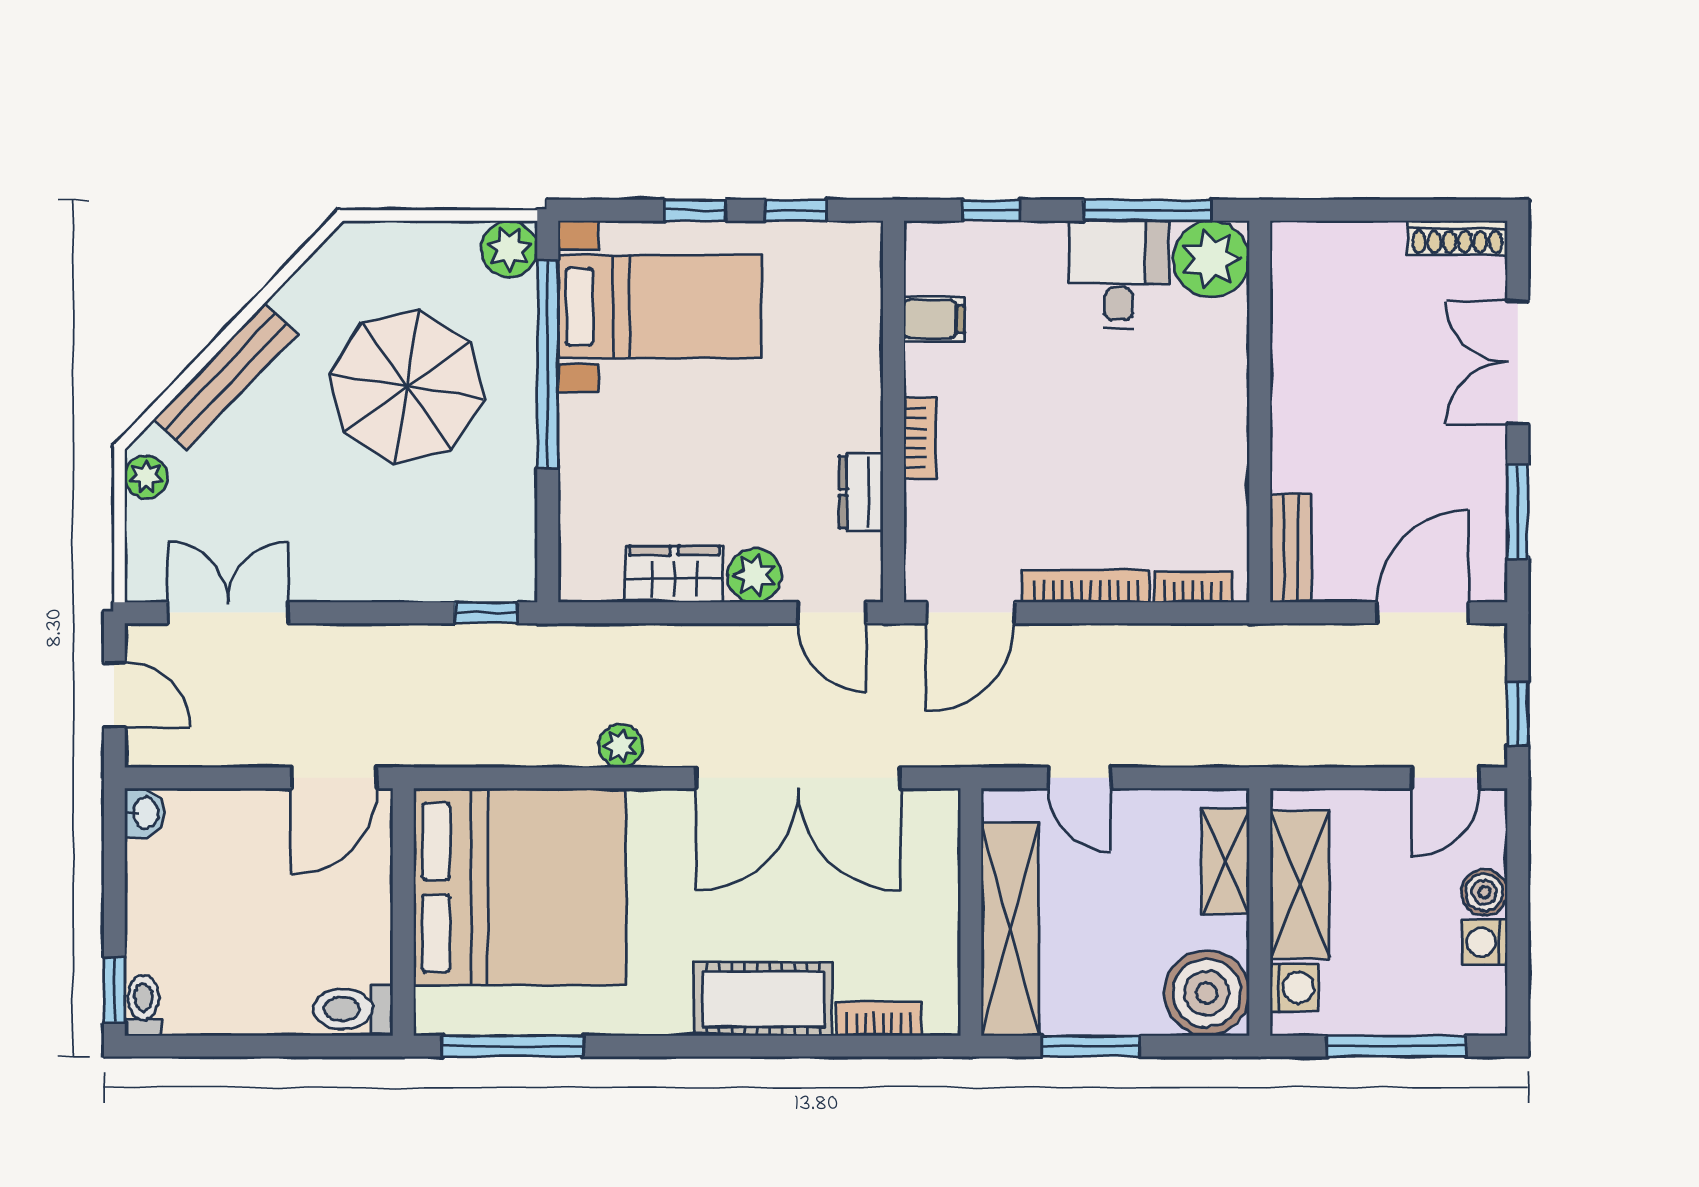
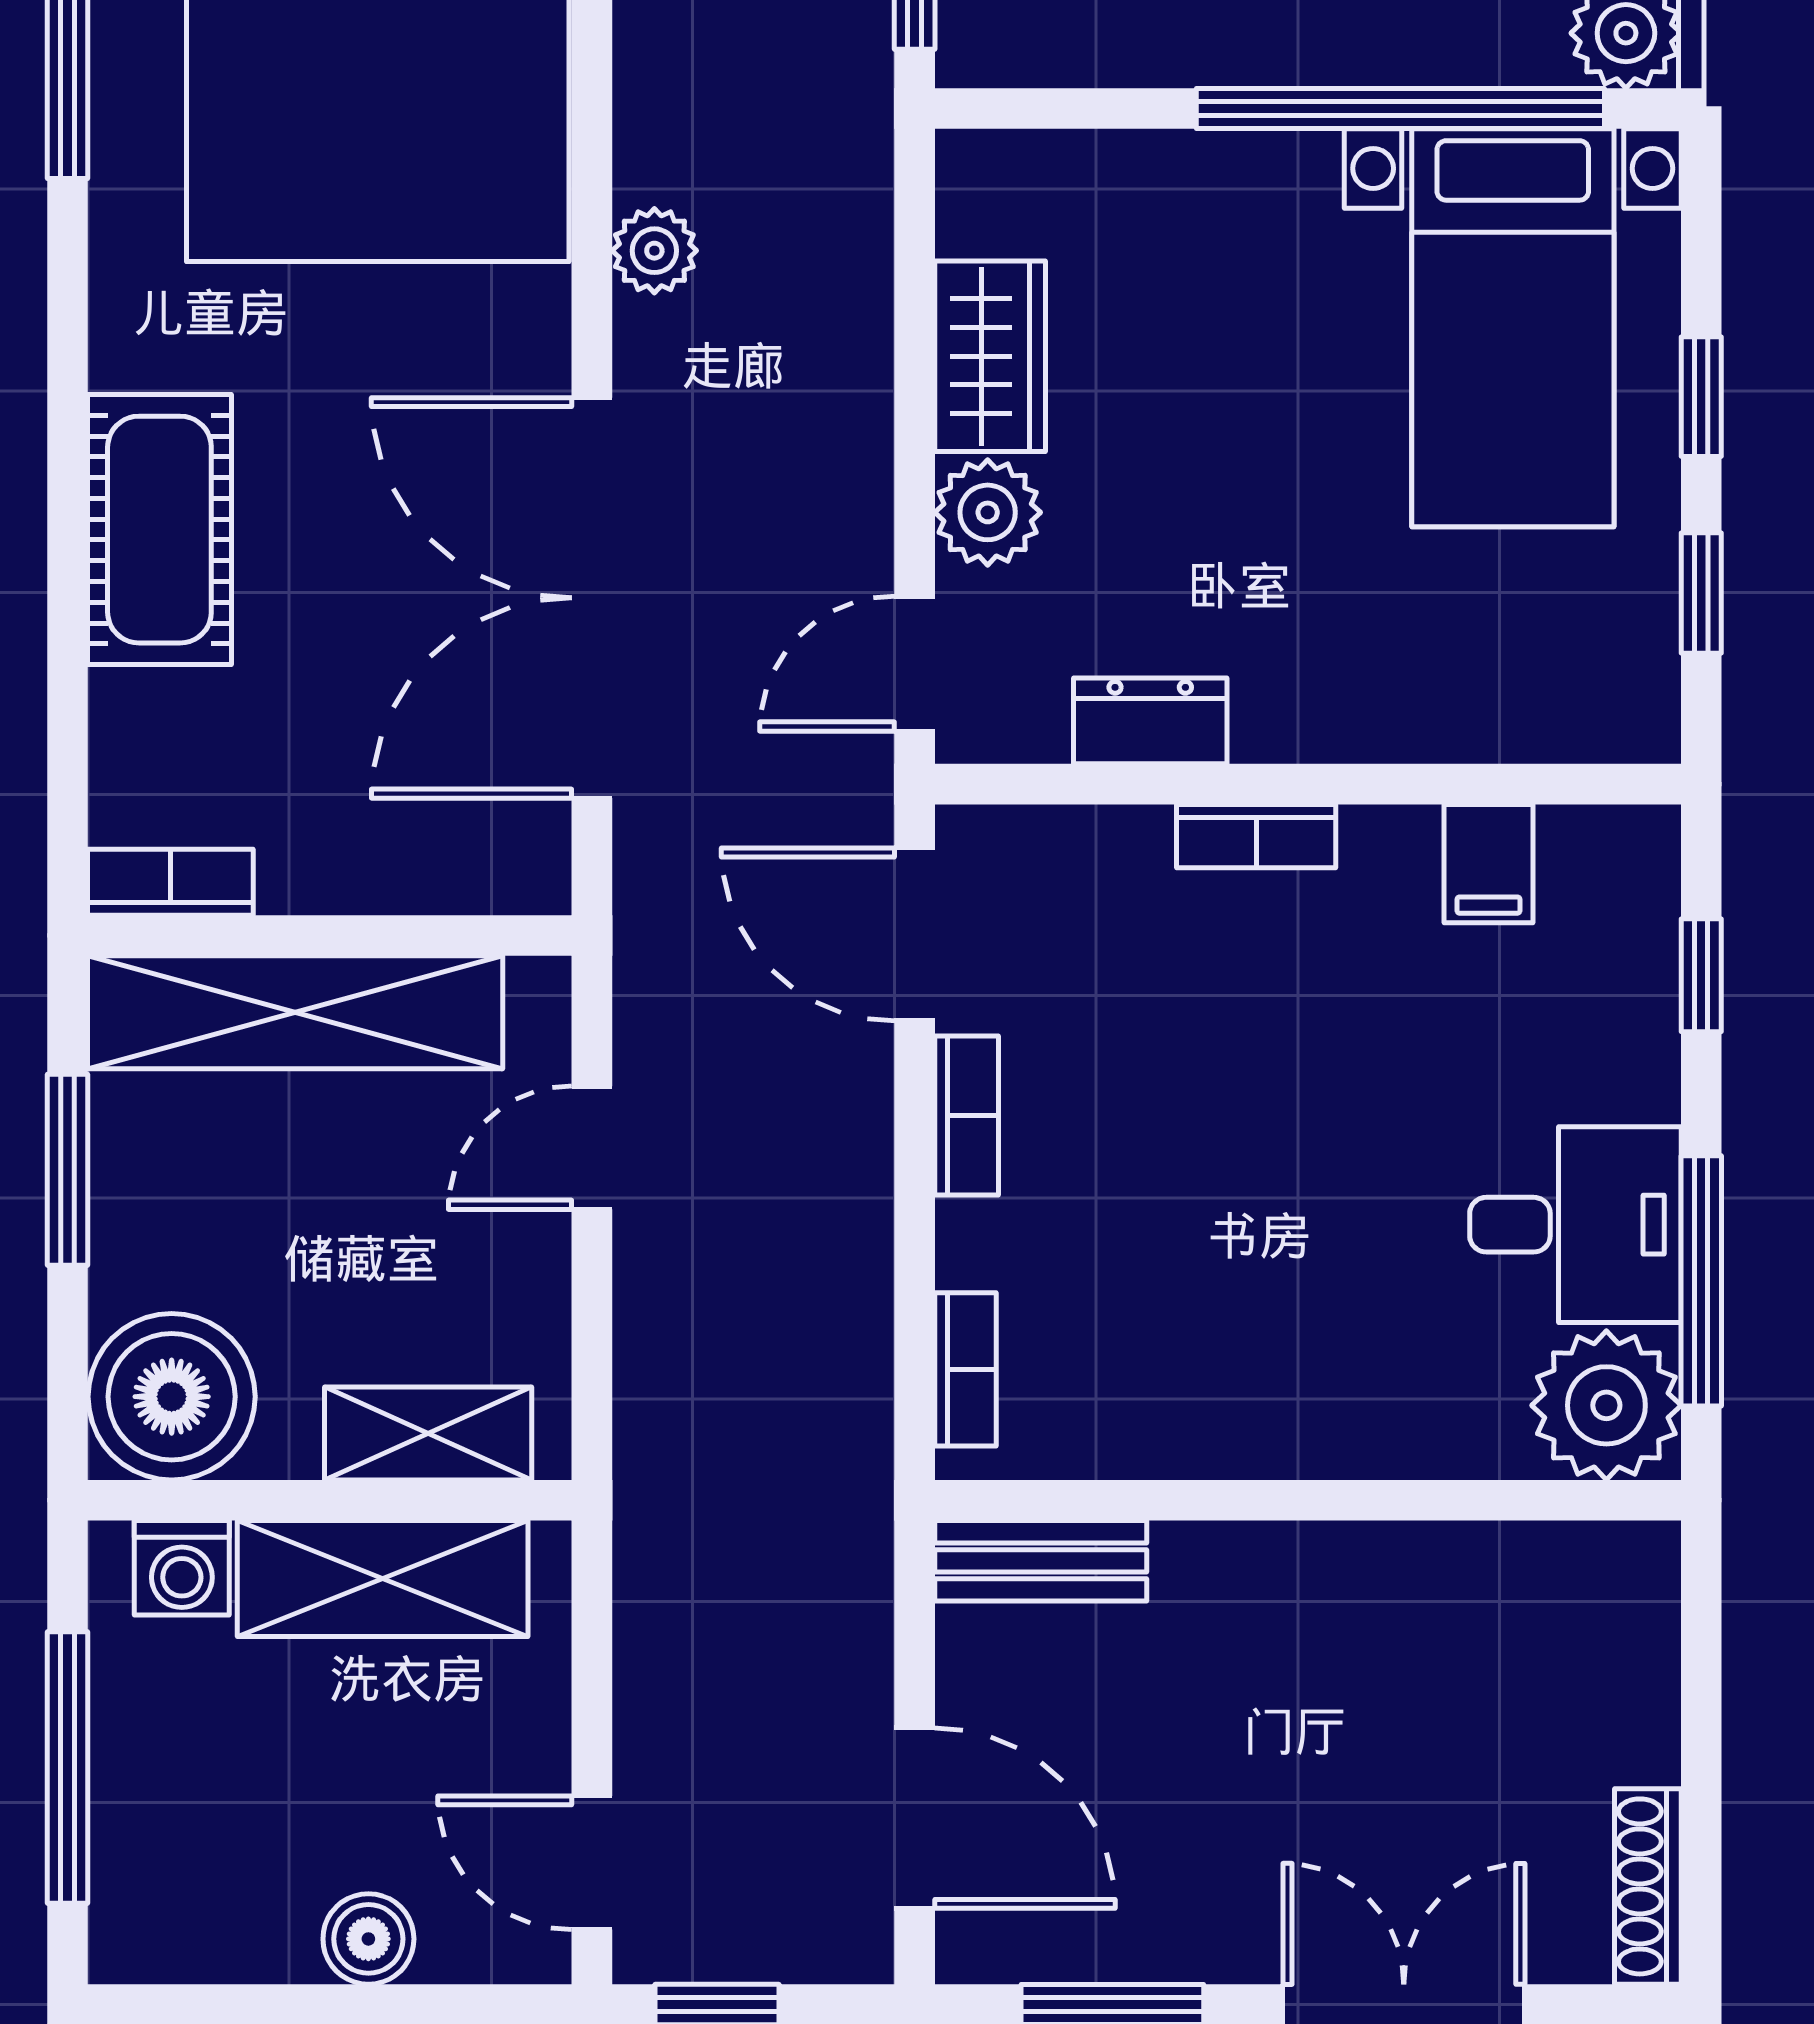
bookcase: (1086, 586) -> (967, 1115), width x0.64
washing machine: (1485, 942) -> (271, 1940), removed
bookcase: (879, 1019) -> (170, 882), moved, turned -90

